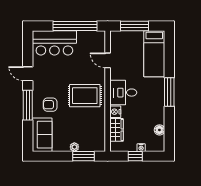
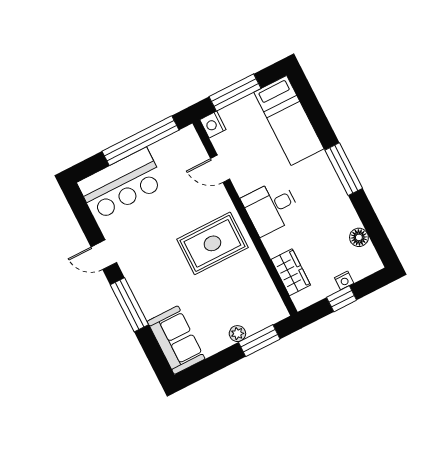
armchair: (50, 105) -> (165, 286), removed
nightstand: (115, 112) -> (213, 125), moved

